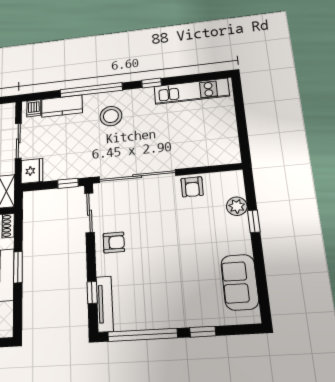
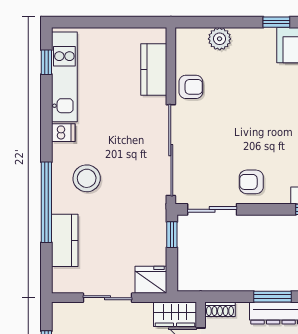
window: (152, 83) -> (46, 62), moved
dishwasher: (34, 108) -> (63, 133), moved
kitchen counter: (204, 156) -> (154, 70), added
window: (254, 221) -> (276, 22), moved
armchair: (114, 242) -> (251, 182), turned -90

